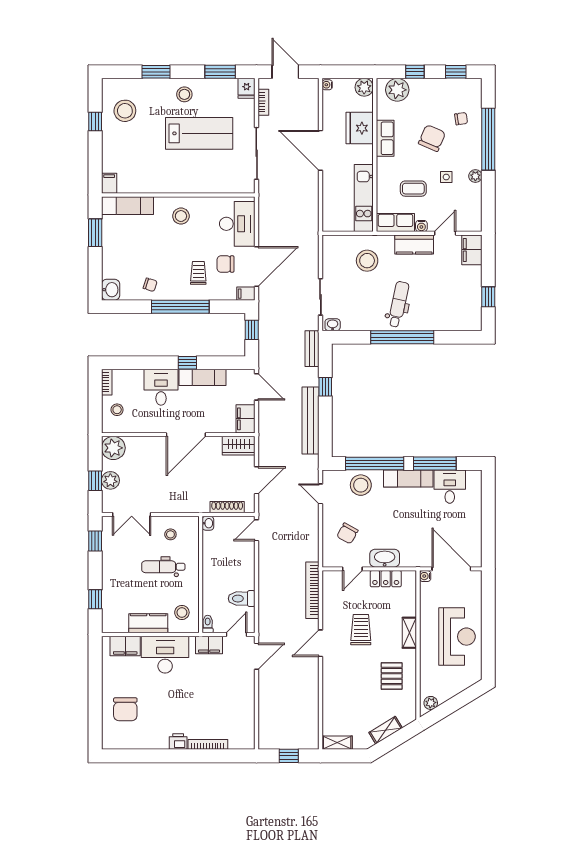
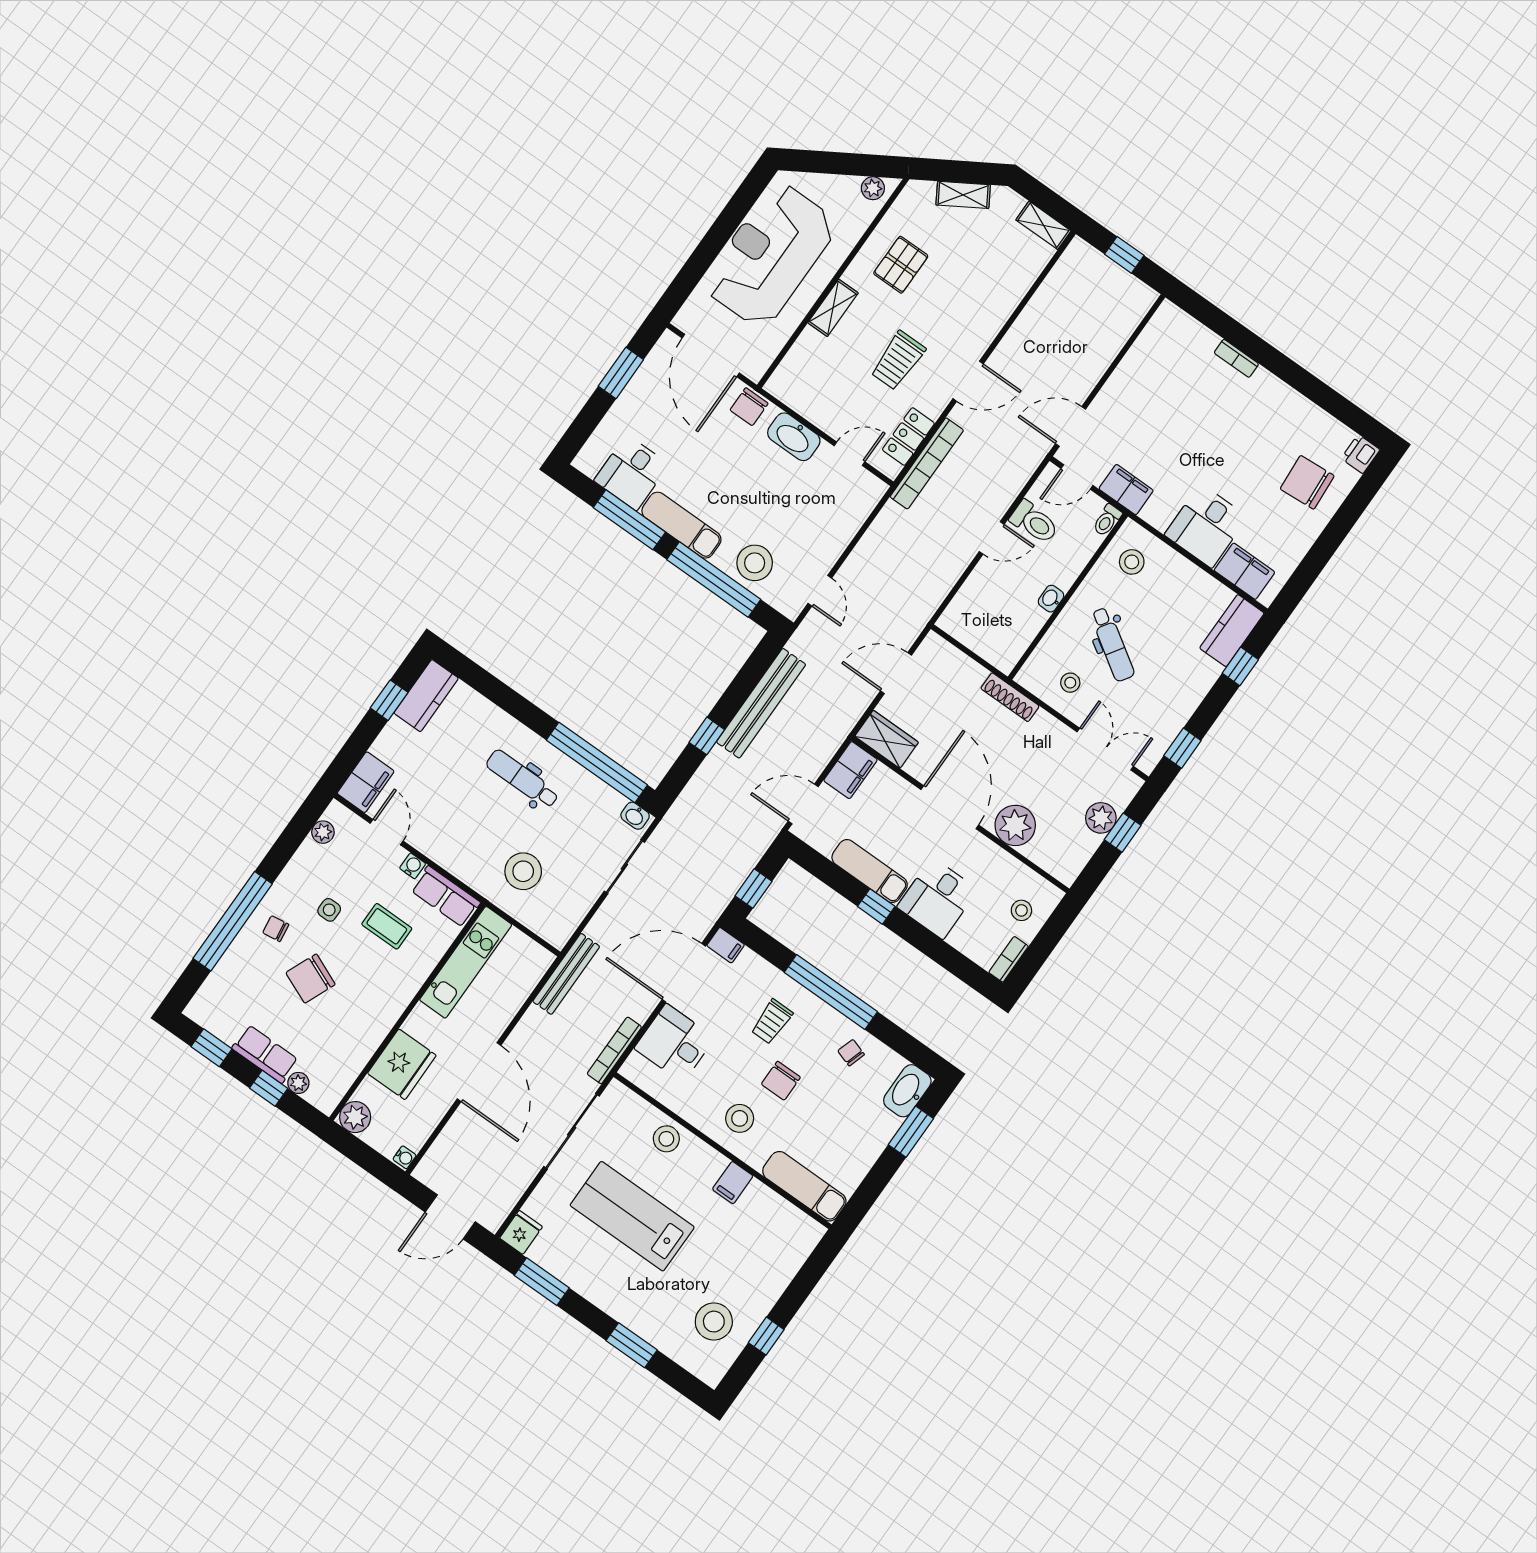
door: (285, 72) -> (450, 1217), hinge flipped
plant: (397, 90) -> (298, 1083), width x0.53, depth x0.53
stool: (184, 94) -> (666, 1139), moved
bookcase: (263, 102) -> (614, 1050), moved, width x1.56
chair: (461, 119) -> (276, 929), moved
row of seats: (385, 138) -> (265, 1054), moved, turned 90
plant: (475, 176) -> (323, 832), moved
filing cabinet: (109, 183) -> (733, 1183), moved
desk: (237, 224) -> (674, 1043), width x0.73
window: (95, 233) -> (911, 1132), moved
door: (445, 233) -> (387, 832), swing flipped
kitchen counter: (414, 245) -> (426, 696), moved, turned 90
chair: (225, 264) -> (781, 1081), moved, turned 90
washbasin: (111, 290) -> (907, 1091), width x1.38
dental chair: (398, 304) -> (522, 779), turned 78
window: (402, 337) -> (597, 762), moved
bench: (312, 349) -> (566, 974), moved, width x1.36
door: (257, 387) -> (803, 804), hinge flipped
door: (186, 435) -> (950, 807), hinge flipped
plant: (113, 448) -> (1015, 825), moved
shoe rack: (227, 507) -> (1010, 697), moved
washbasin: (208, 523) -> (1051, 599), moved
door: (257, 530) -> (992, 538), moved
window: (488, 530) -> (621, 373), added
chair: (347, 533) -> (749, 407), moved, turned 151
dental chair: (163, 567) -> (1112, 644), turned 33
water cooler: (425, 576) -> (755, 372), removed
locker: (386, 579) -> (908, 437), moved, turned -90
kitchen counter: (148, 623) -> (1232, 631), moved, turned 90
reception desk: (457, 637) -> (770, 255), width x1.36, depth x1.30
desk: (165, 655) -> (1206, 526), width x0.73
chair: (125, 709) -> (1307, 482), turned -94
printer: (178, 742) -> (1360, 454), moved, turned 90
bookcase: (208, 744) -> (1236, 358), width x0.64

